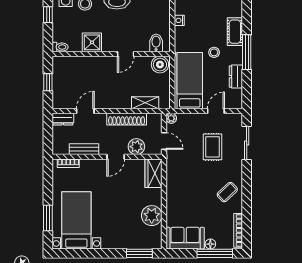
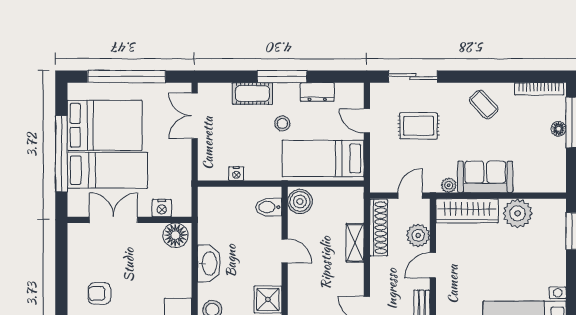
shelving: (145, 103) -> (355, 243), moved
plant: (171, 118) -> (449, 185), moved
shoe rack: (127, 119) -> (379, 228), moved
door: (116, 157) -> (433, 265), swing flipped
wardrobe: (153, 173) -> (467, 211), width x1.50
sofa: (185, 238) -> (485, 177), moved, turned 90

